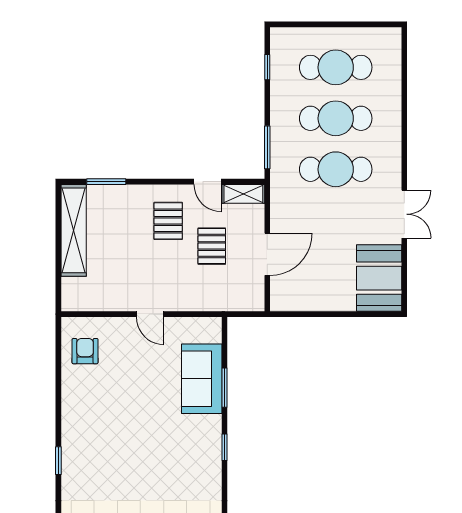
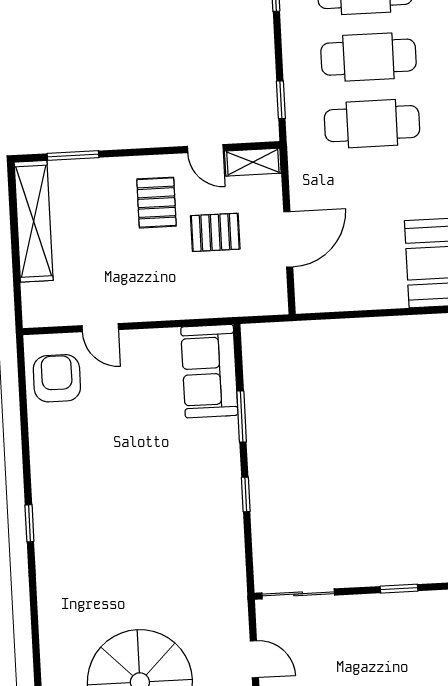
window: (267, 147) -> (281, 100), width x0.67
pallet: (212, 246) -> (215, 232), turned 90
door: (150, 314) -> (100, 328), moved
armchair: (85, 351) -> (57, 378), width x1.38, depth x1.38
sofa: (202, 379) -> (209, 371), moved

